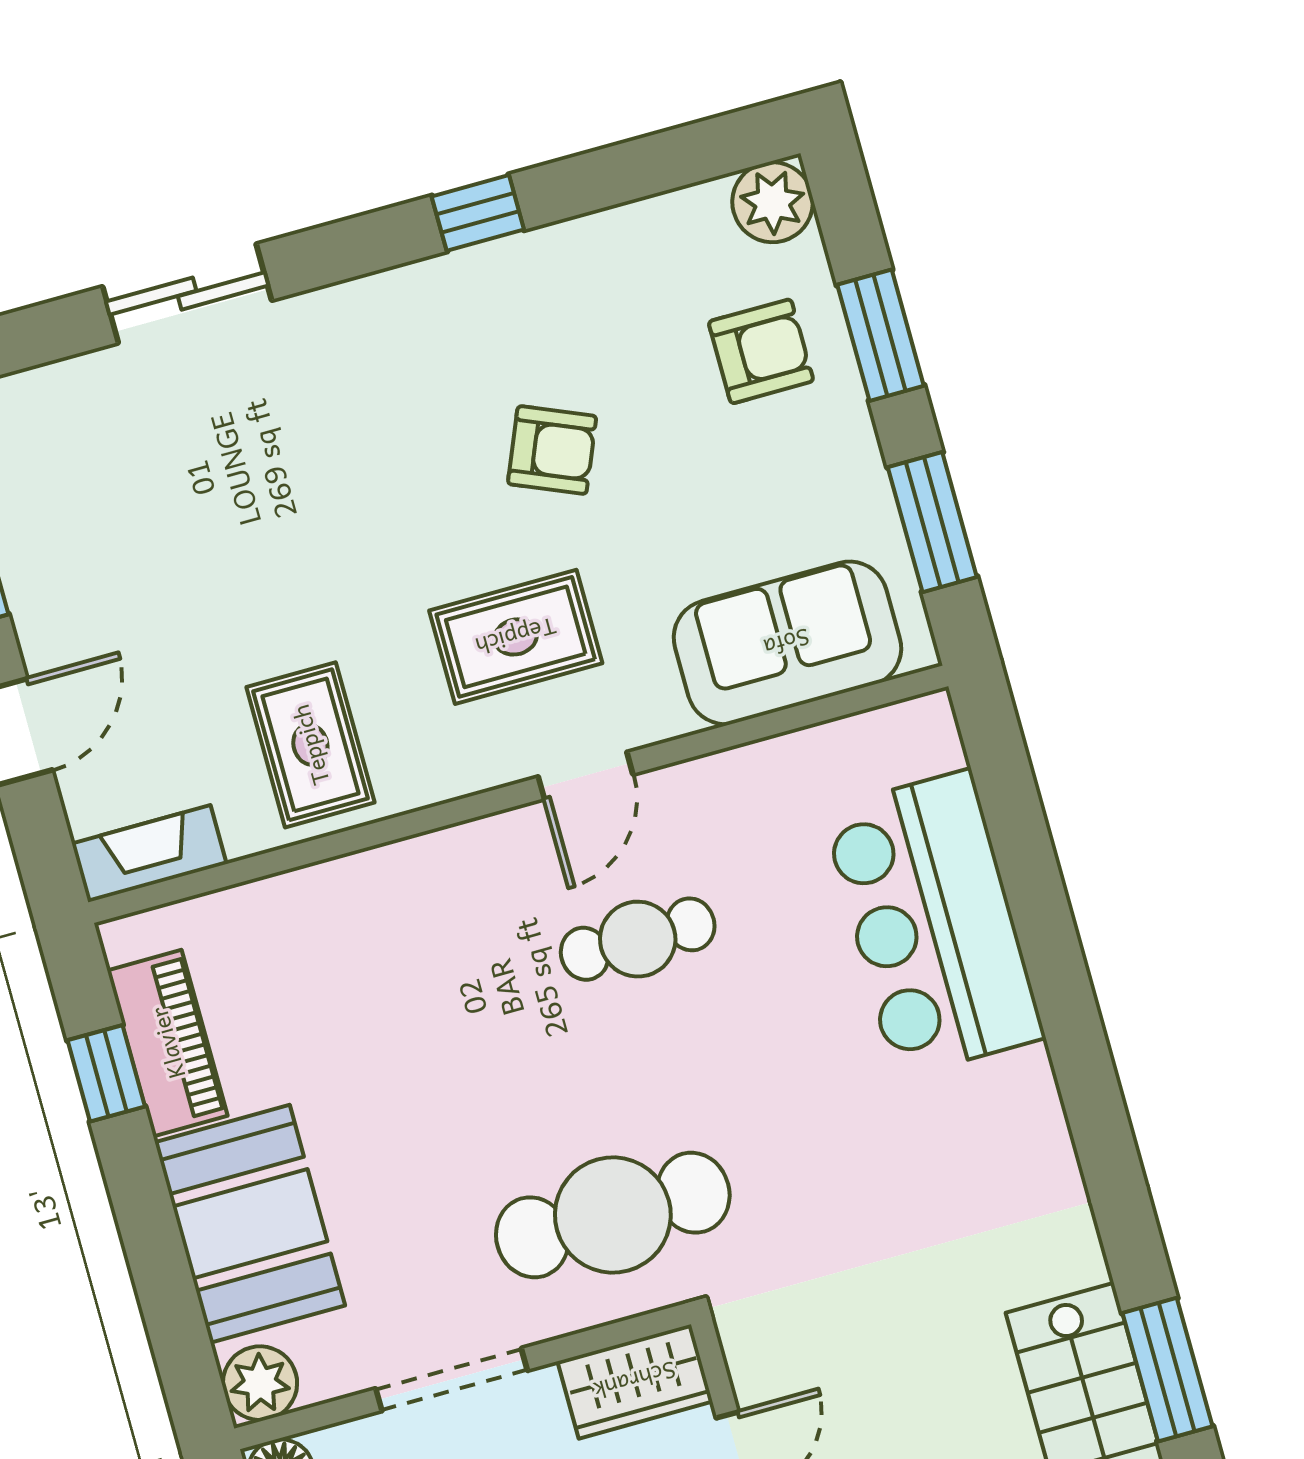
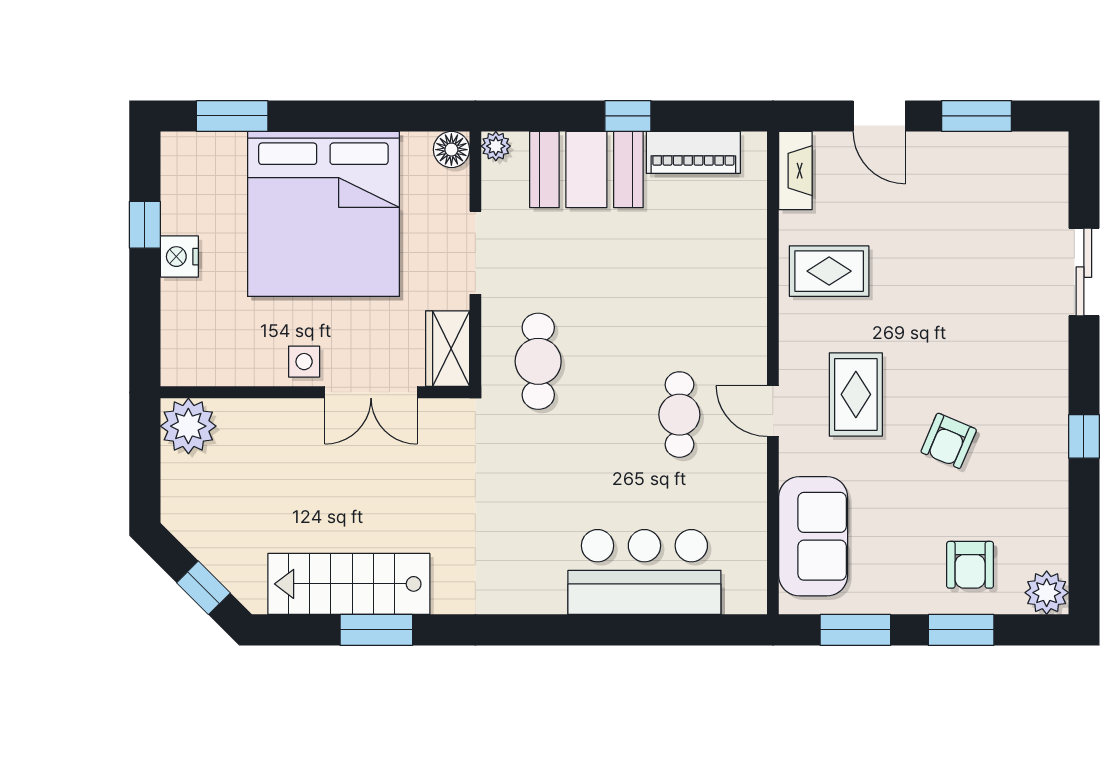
window: (106, 1073) -> (628, 116), moved
cafe table: (613, 1215) -> (538, 361), width x0.73, depth x0.74
plant: (260, 1383) -> (496, 146), width x0.73, depth x0.73

